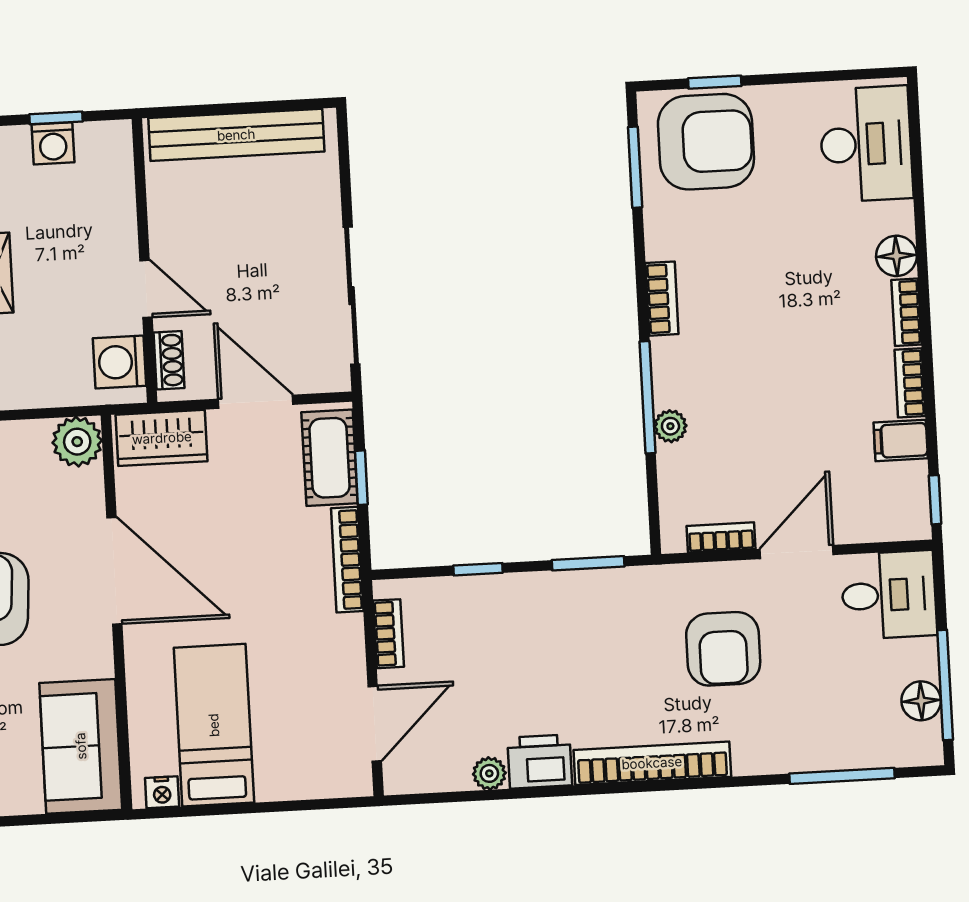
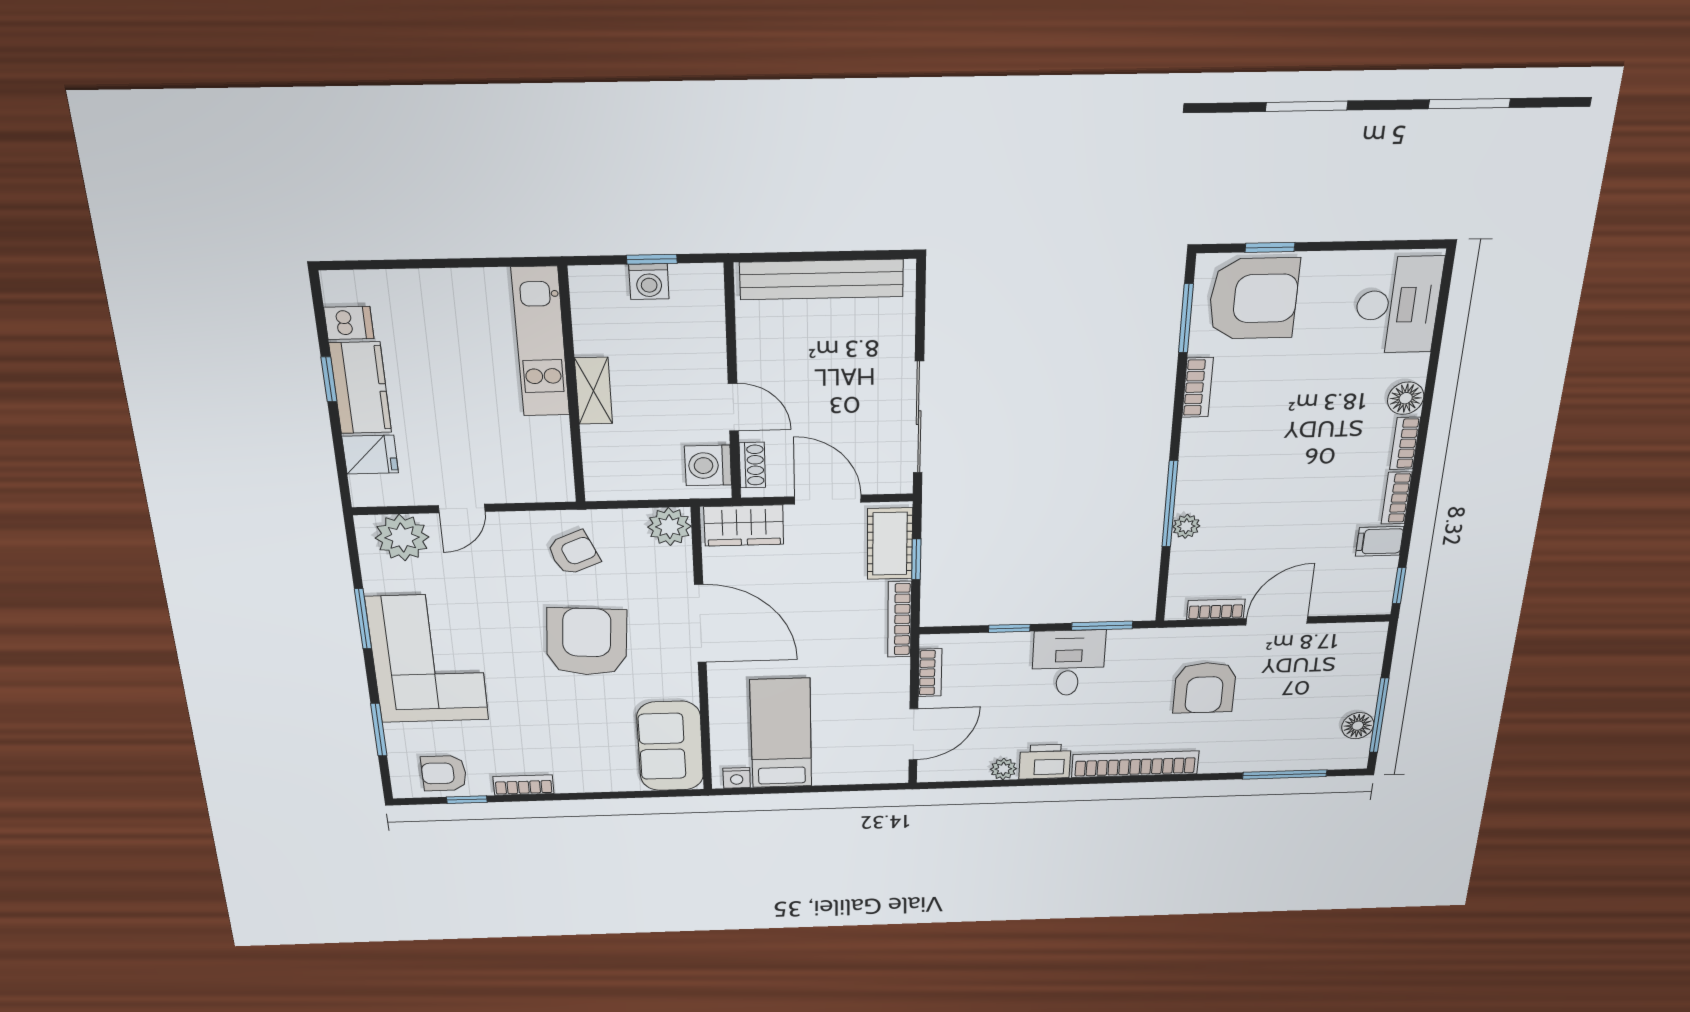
bookcase: (662, 299) -> (1198, 388), moved
desk: (889, 595) -> (1068, 663), moved, turned -90

